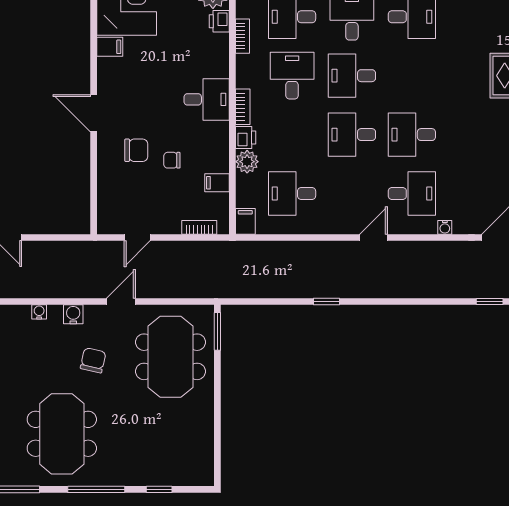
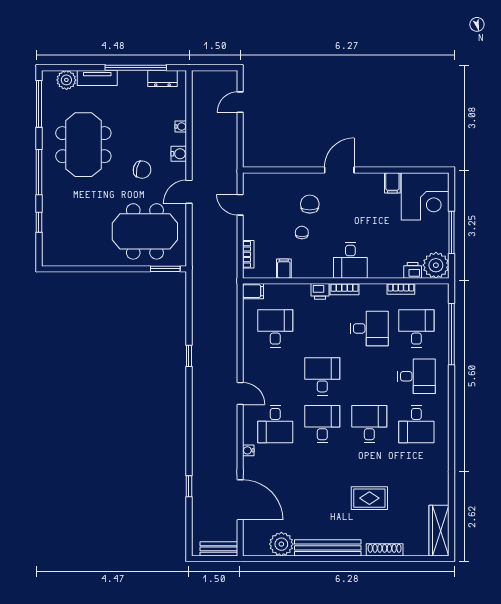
desk: (352, 76) -> (369, 424), moved
chair: (136, 150) -> (310, 204), turned 180
plant: (247, 162) -> (301, 292), removed
door: (121, 302) -> (189, 192), swing flipped
meeting table: (62, 434) -> (83, 145), turned 90

